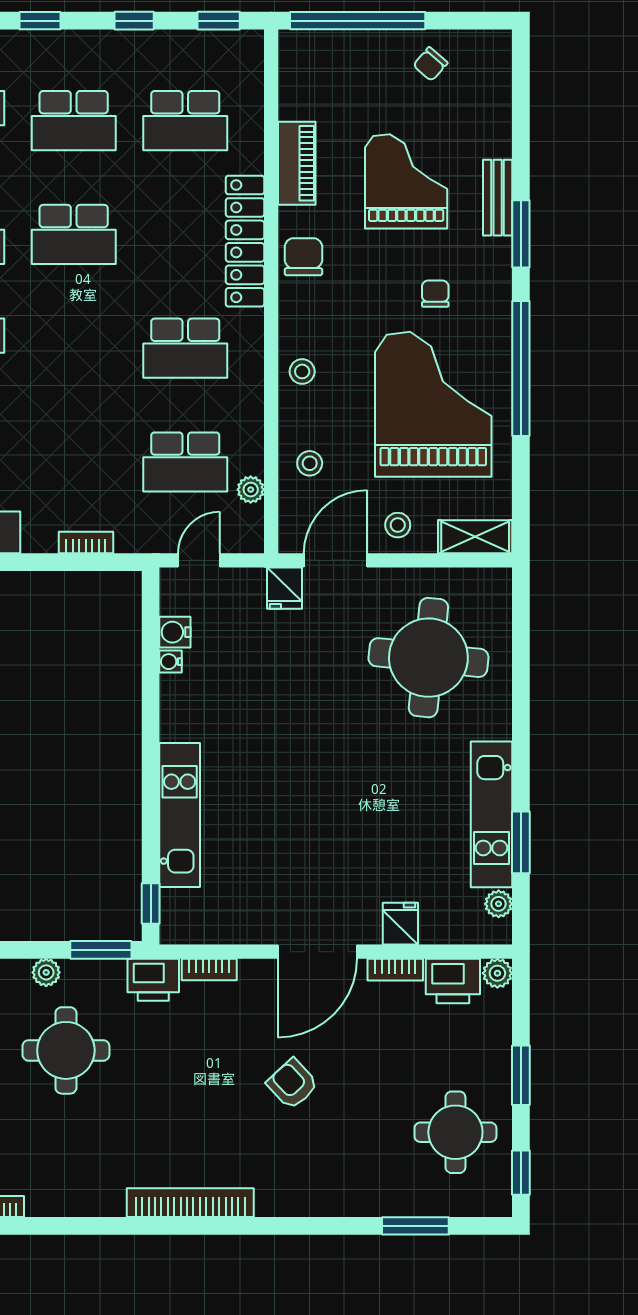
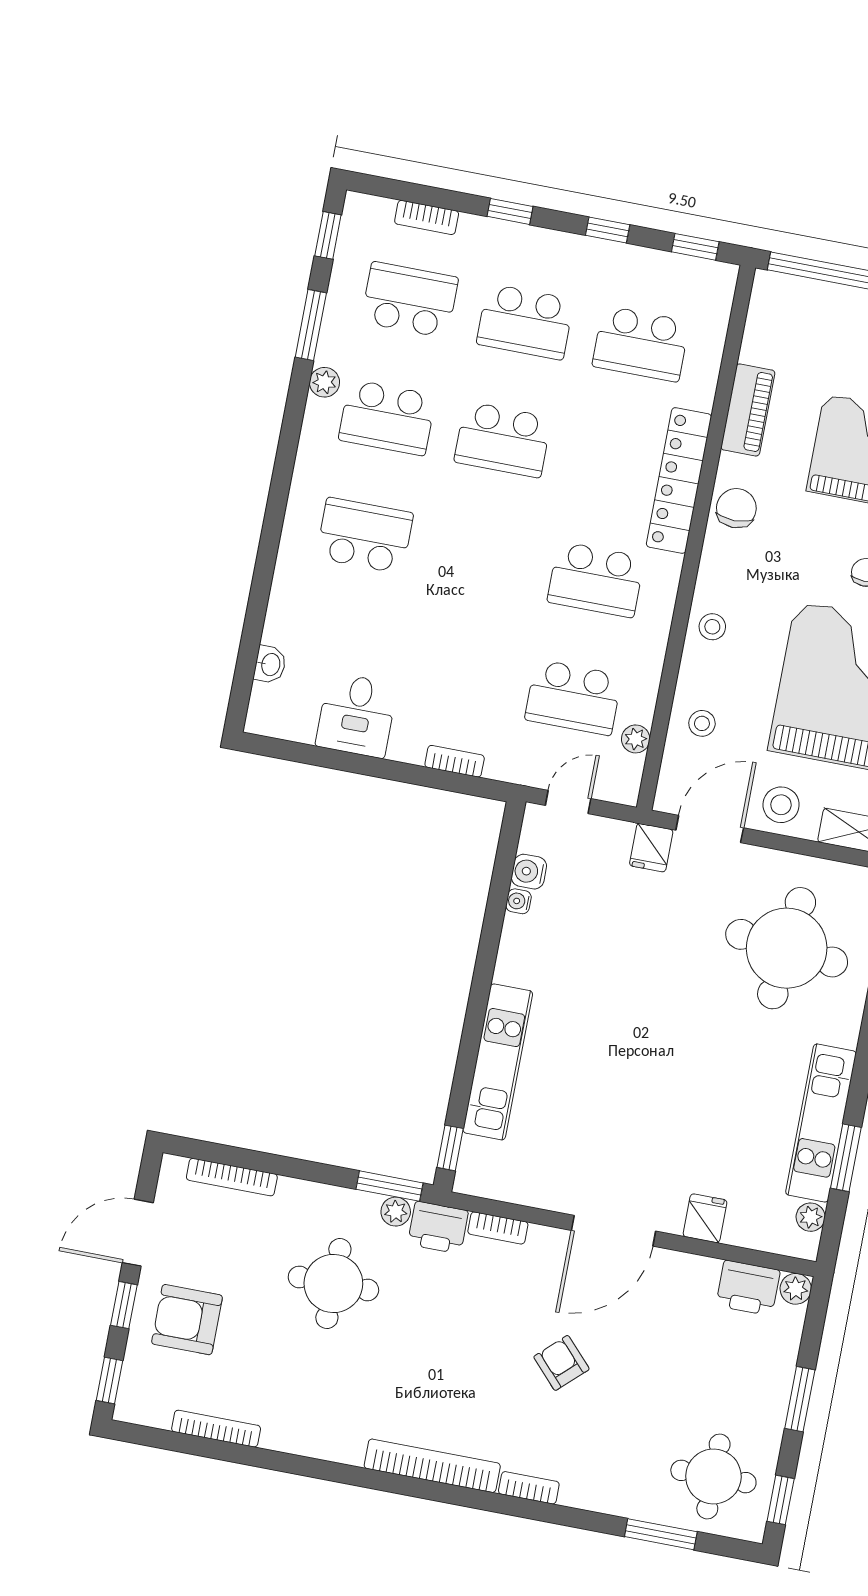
stool: (398, 525) -> (781, 805), width x1.37, depth x1.37
bookcase: (395, 970) -> (529, 1488), moved, turned 180
plant: (46, 972) -> (396, 1212), moved
round table: (455, 1132) -> (713, 1476), moved

